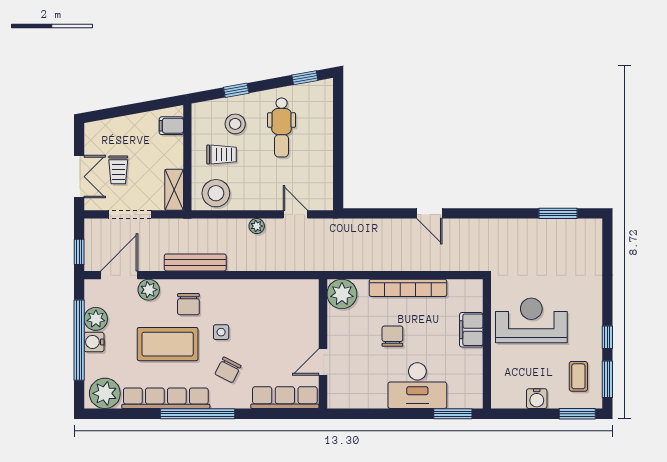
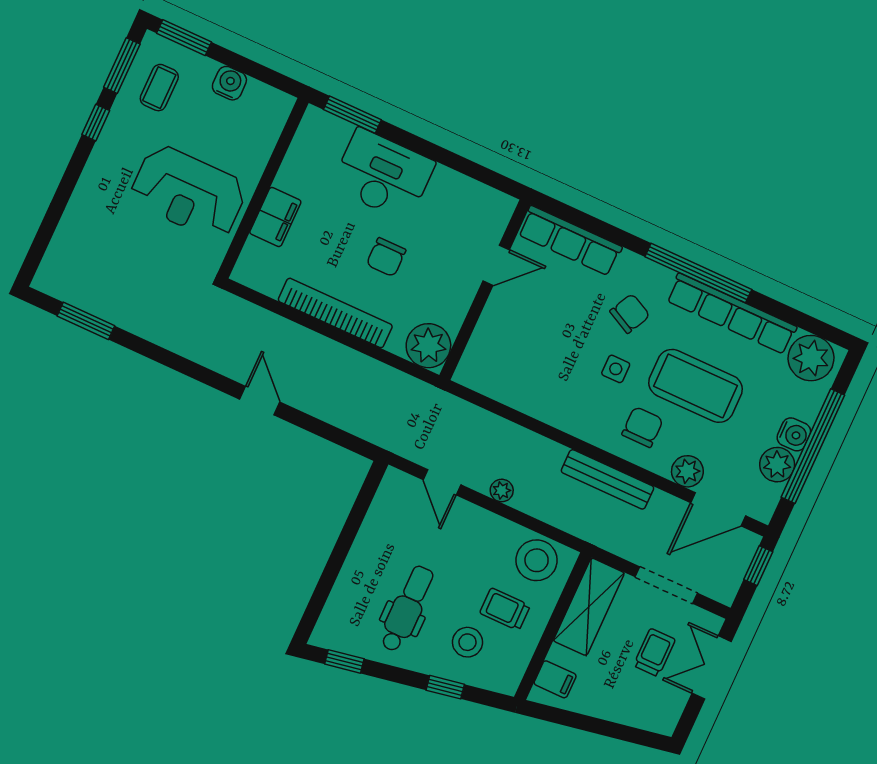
shelving: (174, 190) -> (589, 607), width x1.50, depth x1.33

